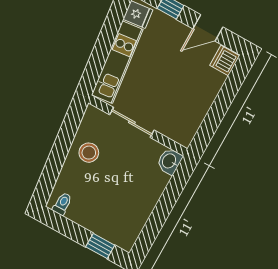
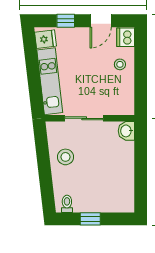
stool: (202, 86) -> (120, 64), added
window: (100, 246) -> (90, 219), moved

